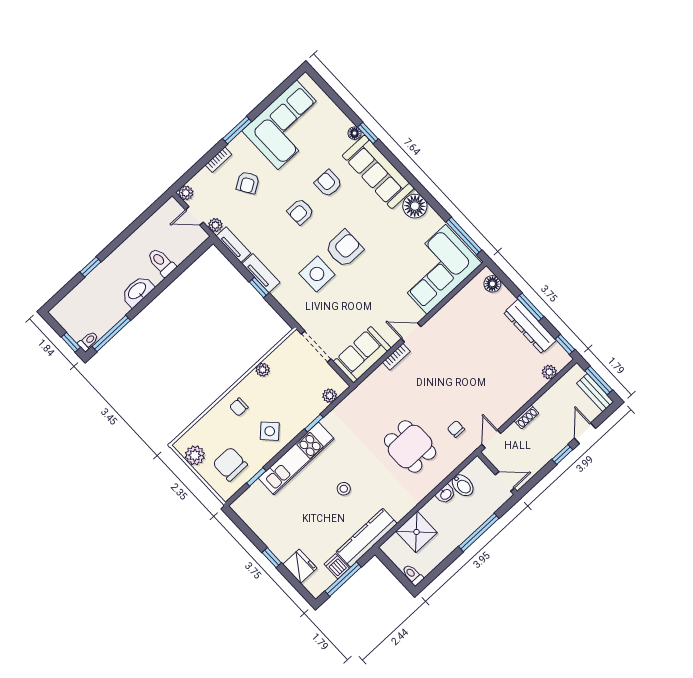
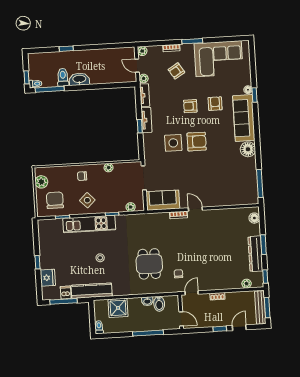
toilet: (161, 262) -> (63, 77), moved
corner sofa: (436, 269) -> (233, 189), removed
bench: (595, 393) -> (260, 308), width x1.36

